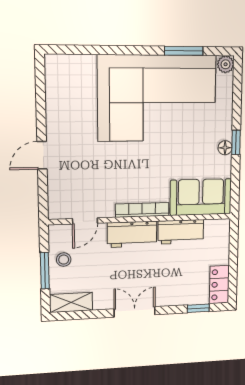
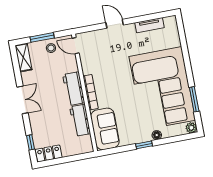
tv unit: (54, 100) -> (149, 25), added
floor lamp: (225, 148) -> (157, 135), moved
door: (85, 221) -> (76, 46), moved

